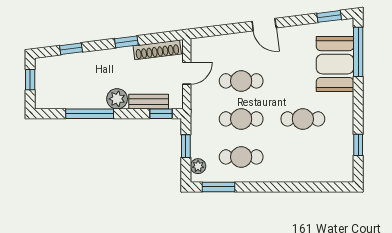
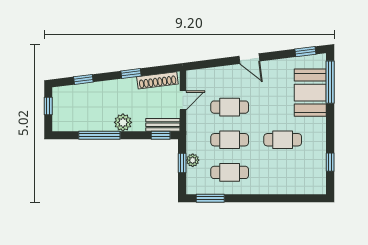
bench: (149, 102) -> (163, 125), moved
plant: (198, 166) -> (193, 160), moved

